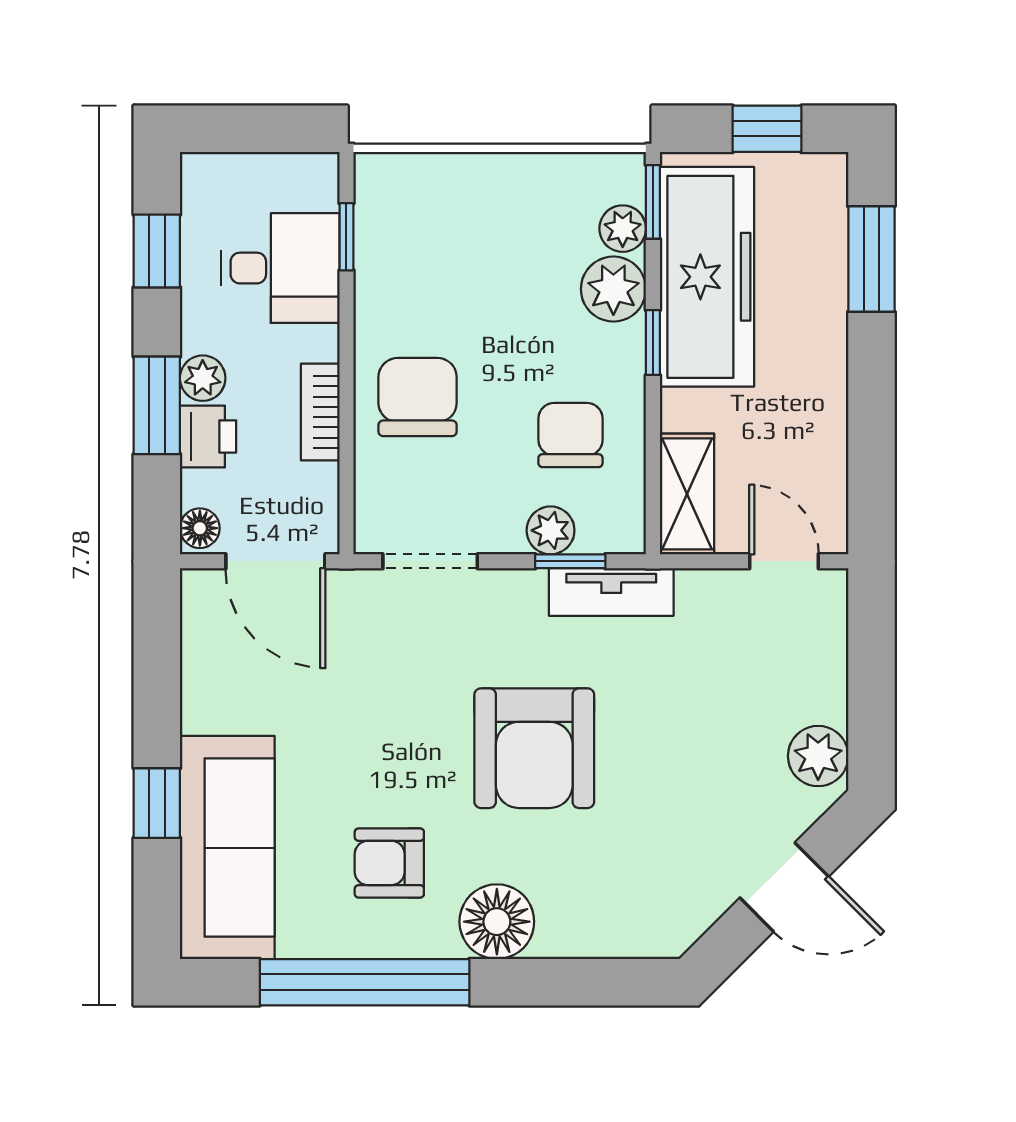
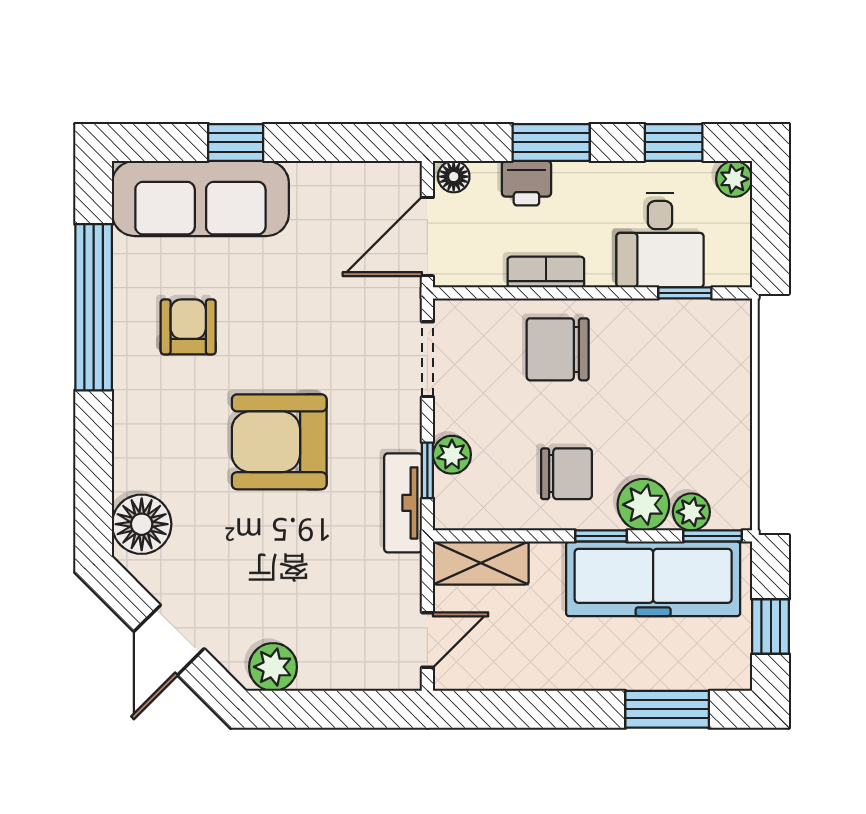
plant: (203, 378) -> (734, 179), moved
chair: (418, 397) -> (558, 349), turned 180
chair: (570, 435) -> (566, 474), moved
floor lamp: (497, 922) -> (142, 524), moved

